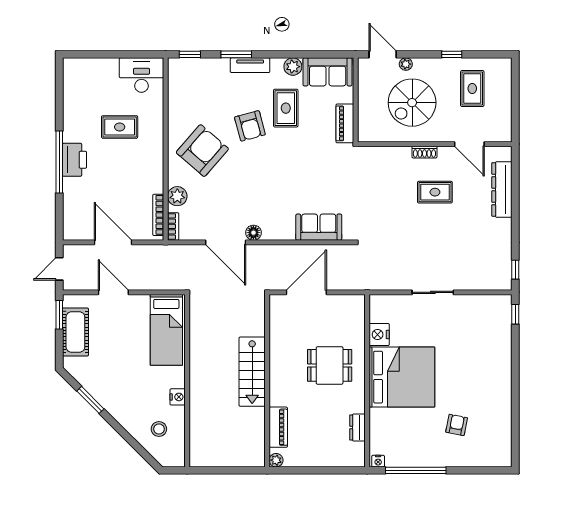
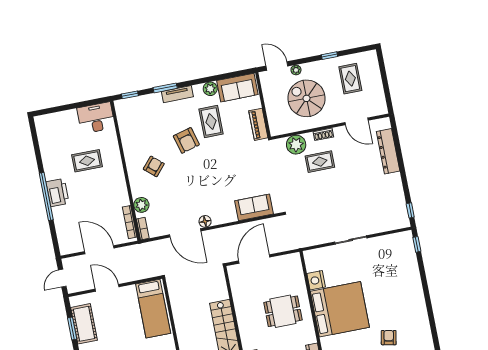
spiral stairs: (412, 103) -> (306, 98), turned 90
armchair: (202, 151) -> (154, 166), width x0.53, depth x0.53
plant: (387, 158) -> (296, 145), added
rug: (435, 192) -> (320, 162), moved
window: (59, 315) -> (72, 329), moved

